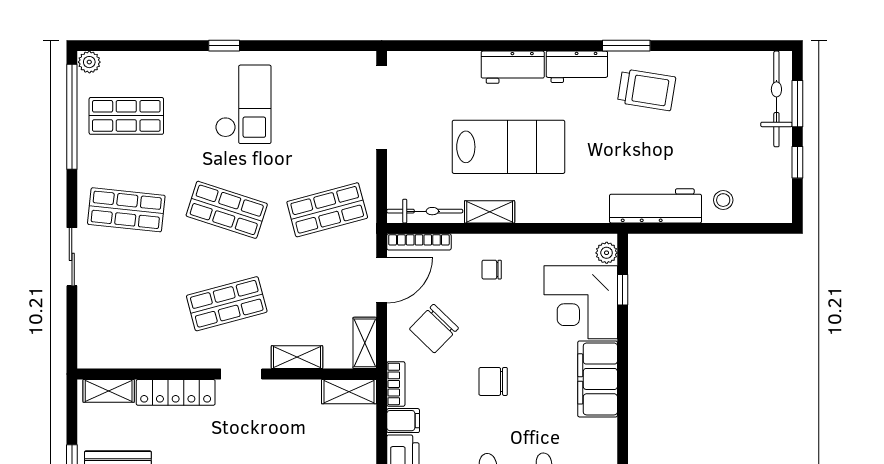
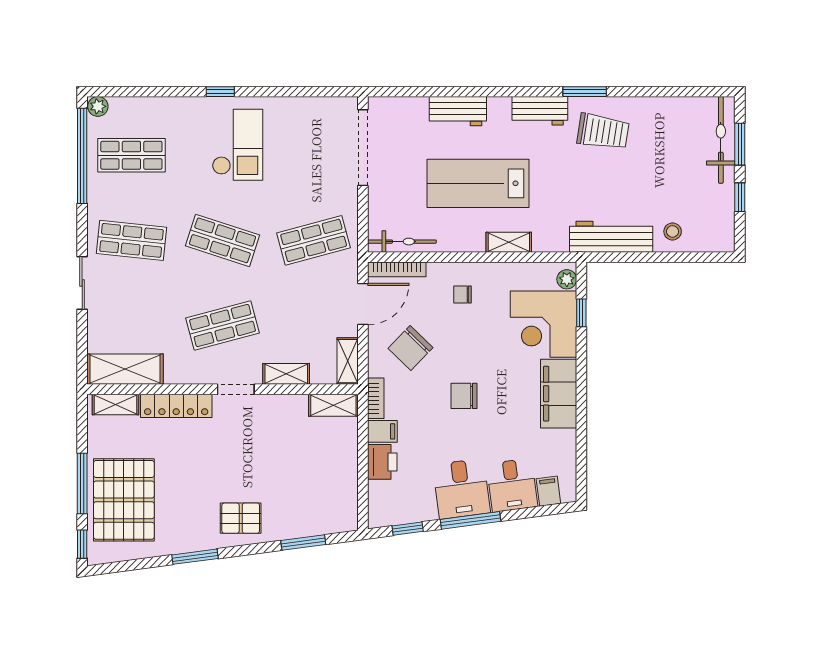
workbench: (513, 67) -> (458, 111), moved
lab bench: (508, 147) -> (478, 183), turned 180
shelving: (490, 212) -> (509, 242), moved
shelving: (119, 352) -> (125, 369), added

